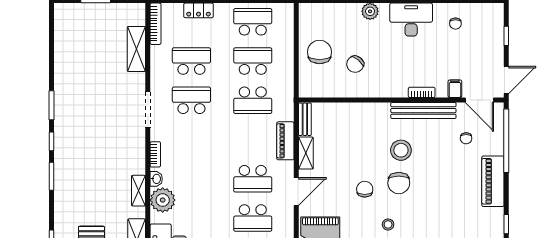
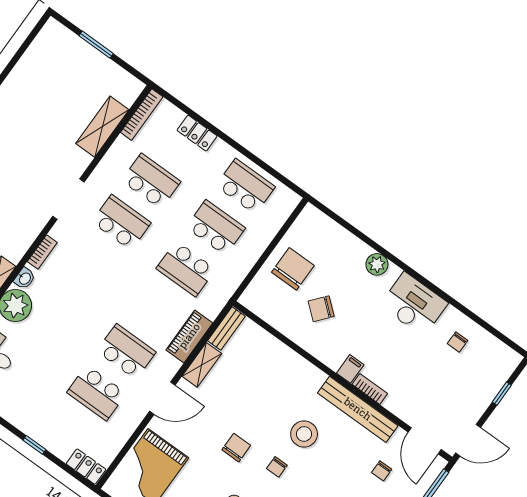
filing cabinet: (455, 89) -> (350, 369), moved
school desk: (253, 179) -> (126, 352), turned 180
chair: (399, 183) -> (277, 467), width x0.54, depth x0.54

